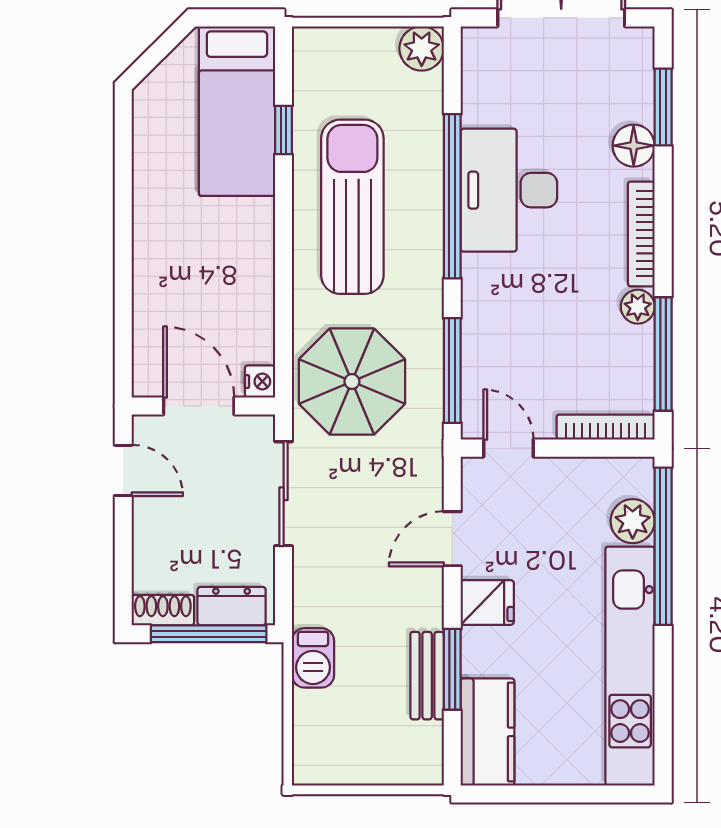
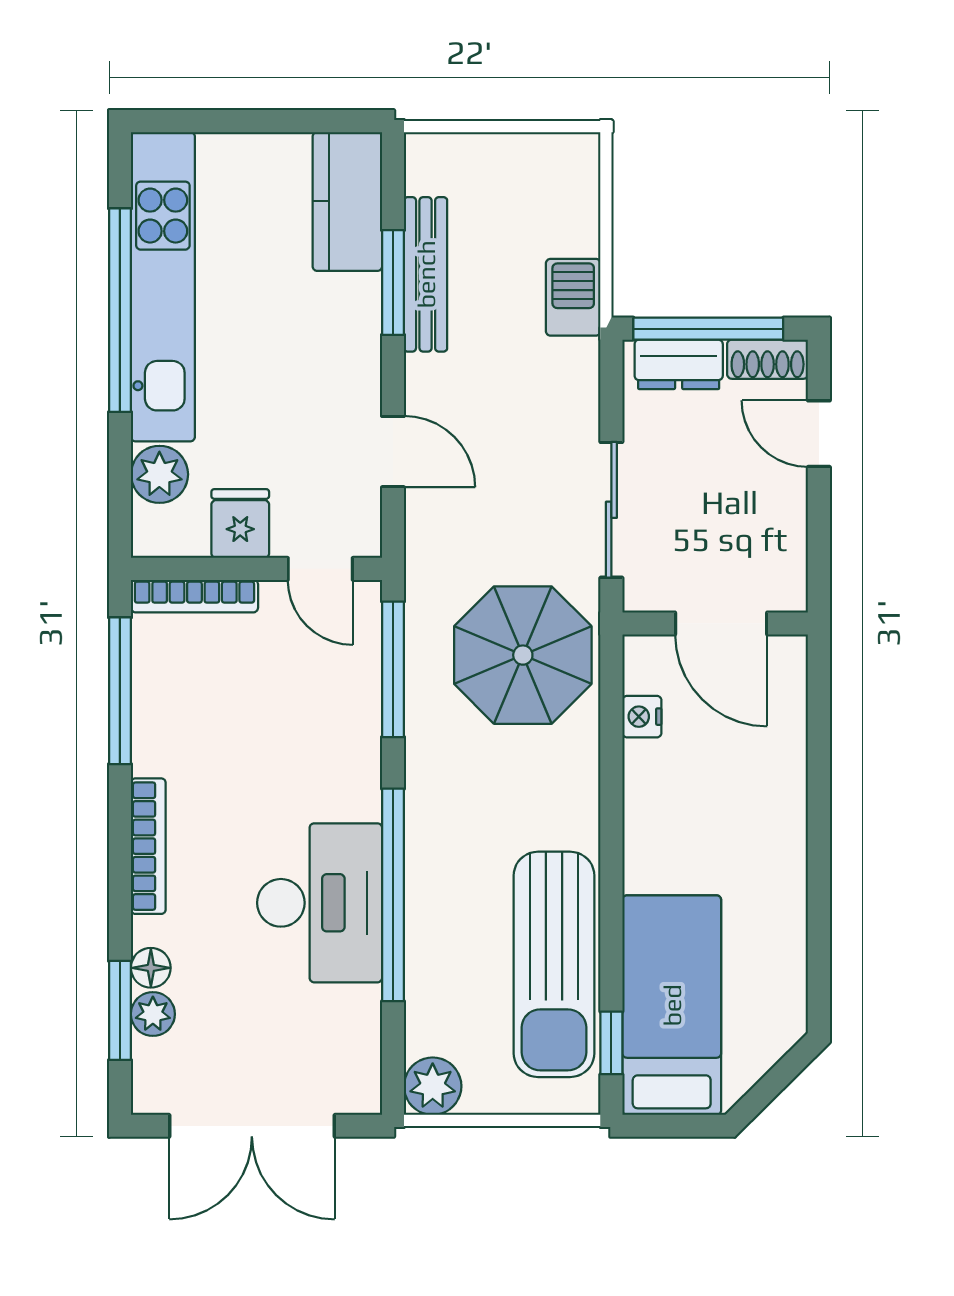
window: (284, 130) -> (611, 1043), moved
floor lamp: (634, 146) -> (151, 968), width x0.73, depth x0.73
sun lounger: (352, 207) -> (554, 964), moved
plant: (638, 307) -> (153, 1014), moved
nightstand: (260, 381) -> (642, 717), moved
door: (123, 470) -> (819, 434), moved
door: (452, 539) -> (393, 452), hinge flipped
window: (663, 546) -> (120, 310), moved
fridge: (487, 602) -> (240, 524), moved, turned 90
bench: (427, 676) -> (426, 274), width x1.36

